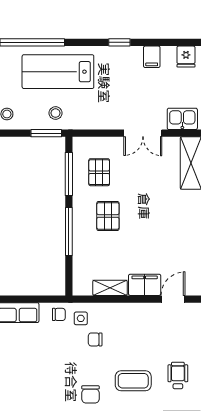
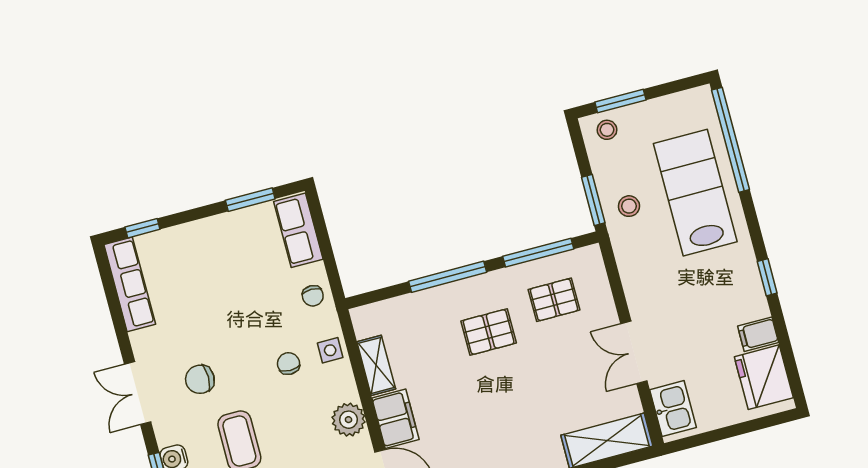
fridge: (186, 57) -> (764, 377), width x1.88, depth x1.34
plant: (138, 313) -> (348, 420), added
side table: (81, 318) -> (330, 350), moved

